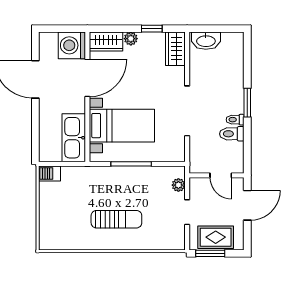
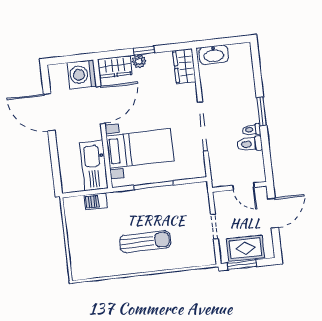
window: (152, 29) -> (144, 51), moved
barbecue: (49, 174) -> (96, 201), moved
plant: (178, 185) -> (203, 201), removed

